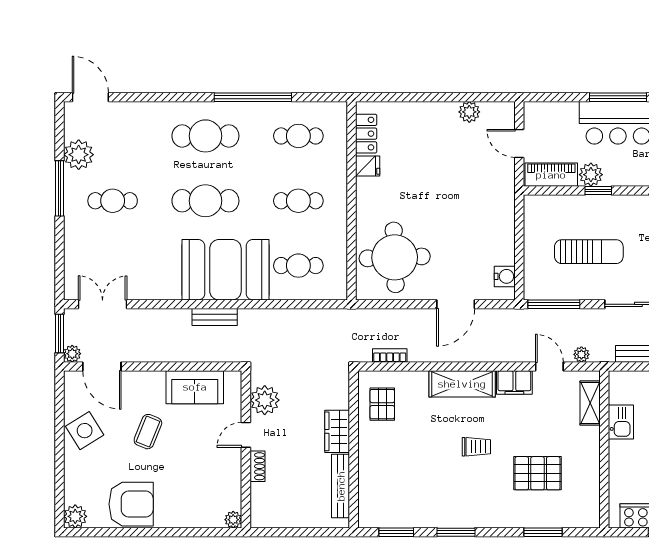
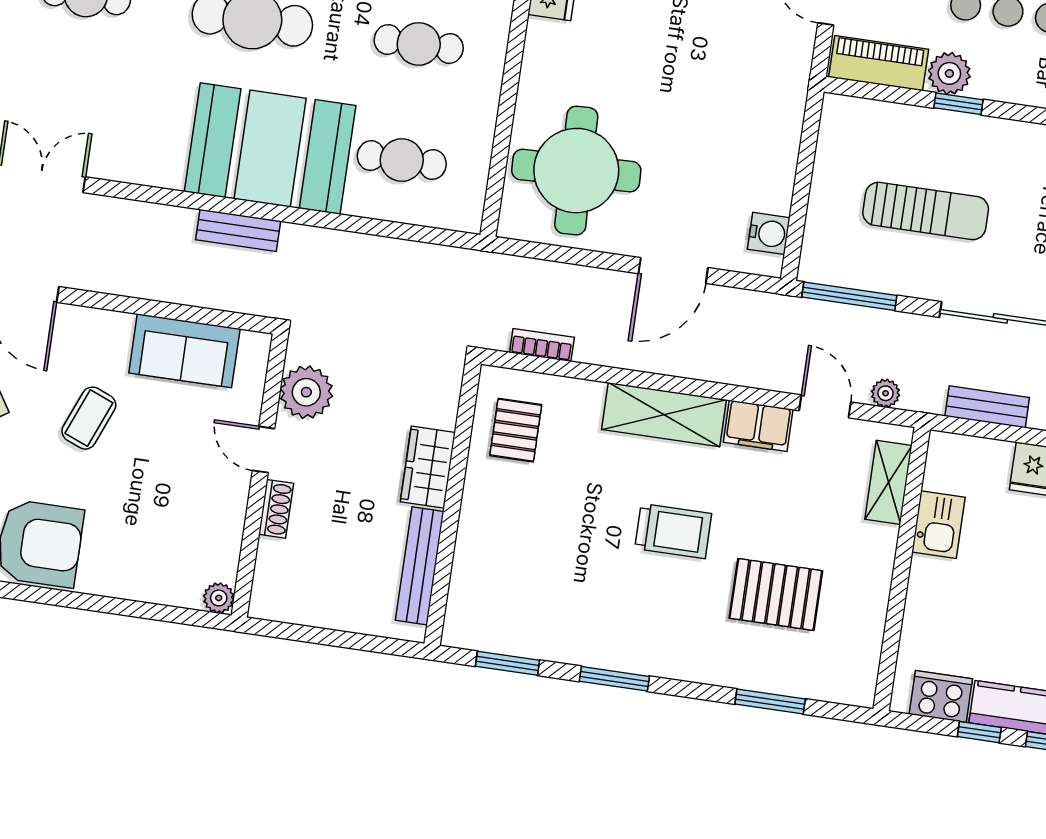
door: (246, 435) -> (263, 450), hinge flipped
trolley: (476, 447) -> (673, 531), width x1.36, depth x1.39

